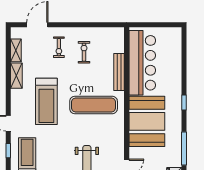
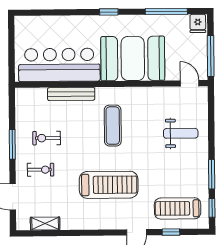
window: (79, 25) -> (12, 144), added
shelving: (16, 76) -> (77, 223), removed
exercise mat: (94, 105) -> (113, 126), width x0.73, depth x0.69

